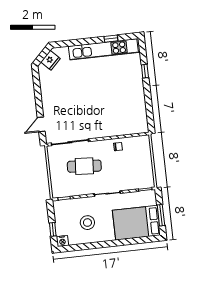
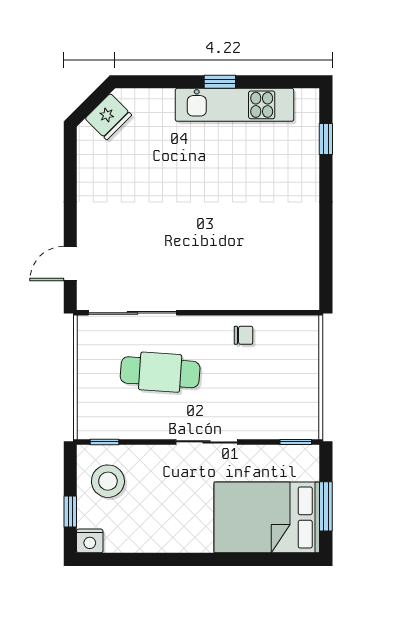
window: (111, 39) -> (220, 82), moved
kitchen unit: (103, 49) -> (235, 105), width x0.73
window: (145, 71) -> (326, 139), moved
stool: (87, 223) -> (108, 481), moved

